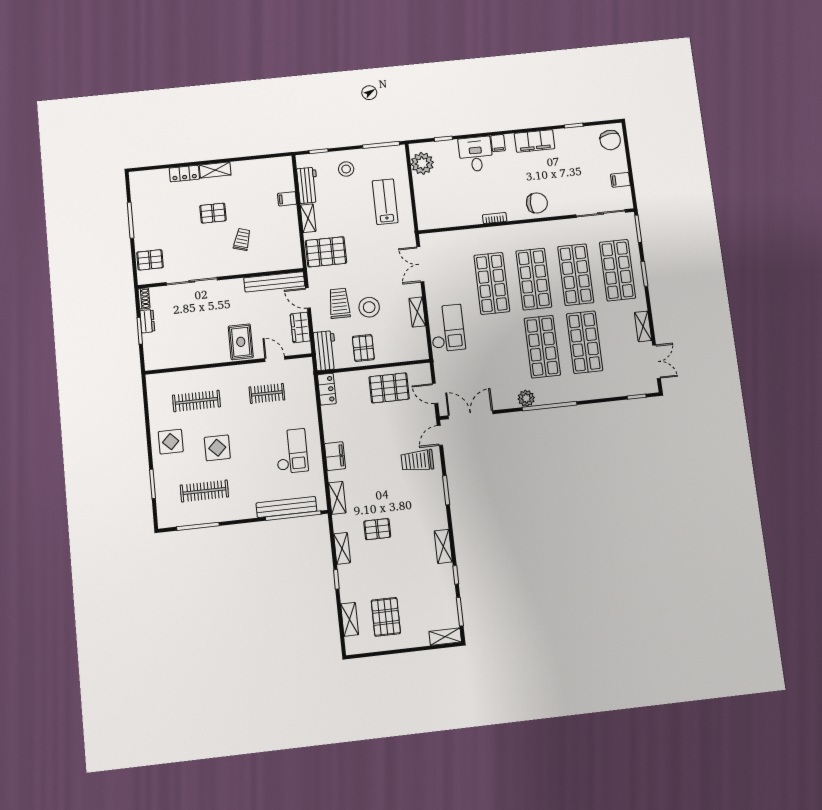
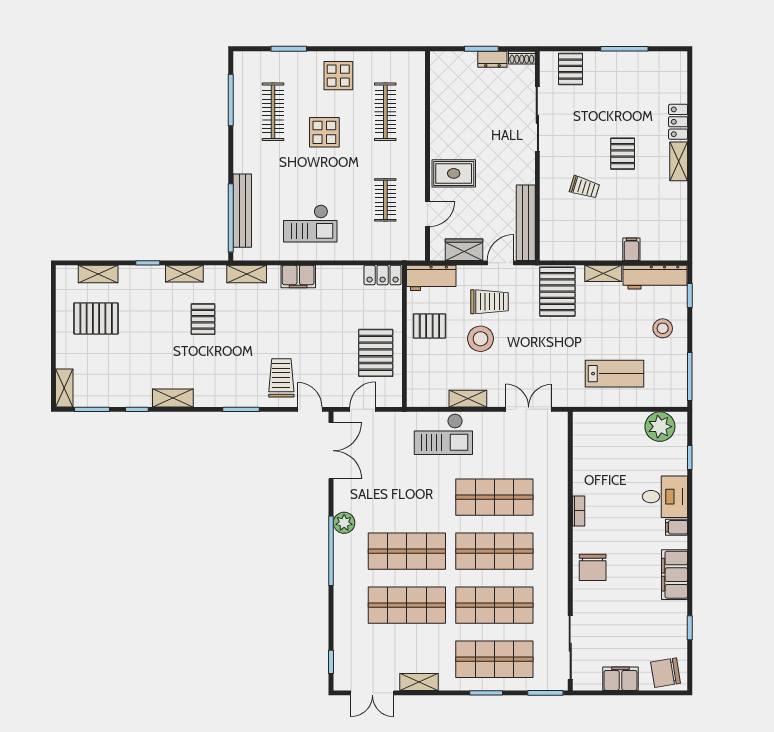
filing cabinet: (620, 180) -> (621, 679), width x2.00
workbench: (308, 185) -> (655, 277), width x1.37

